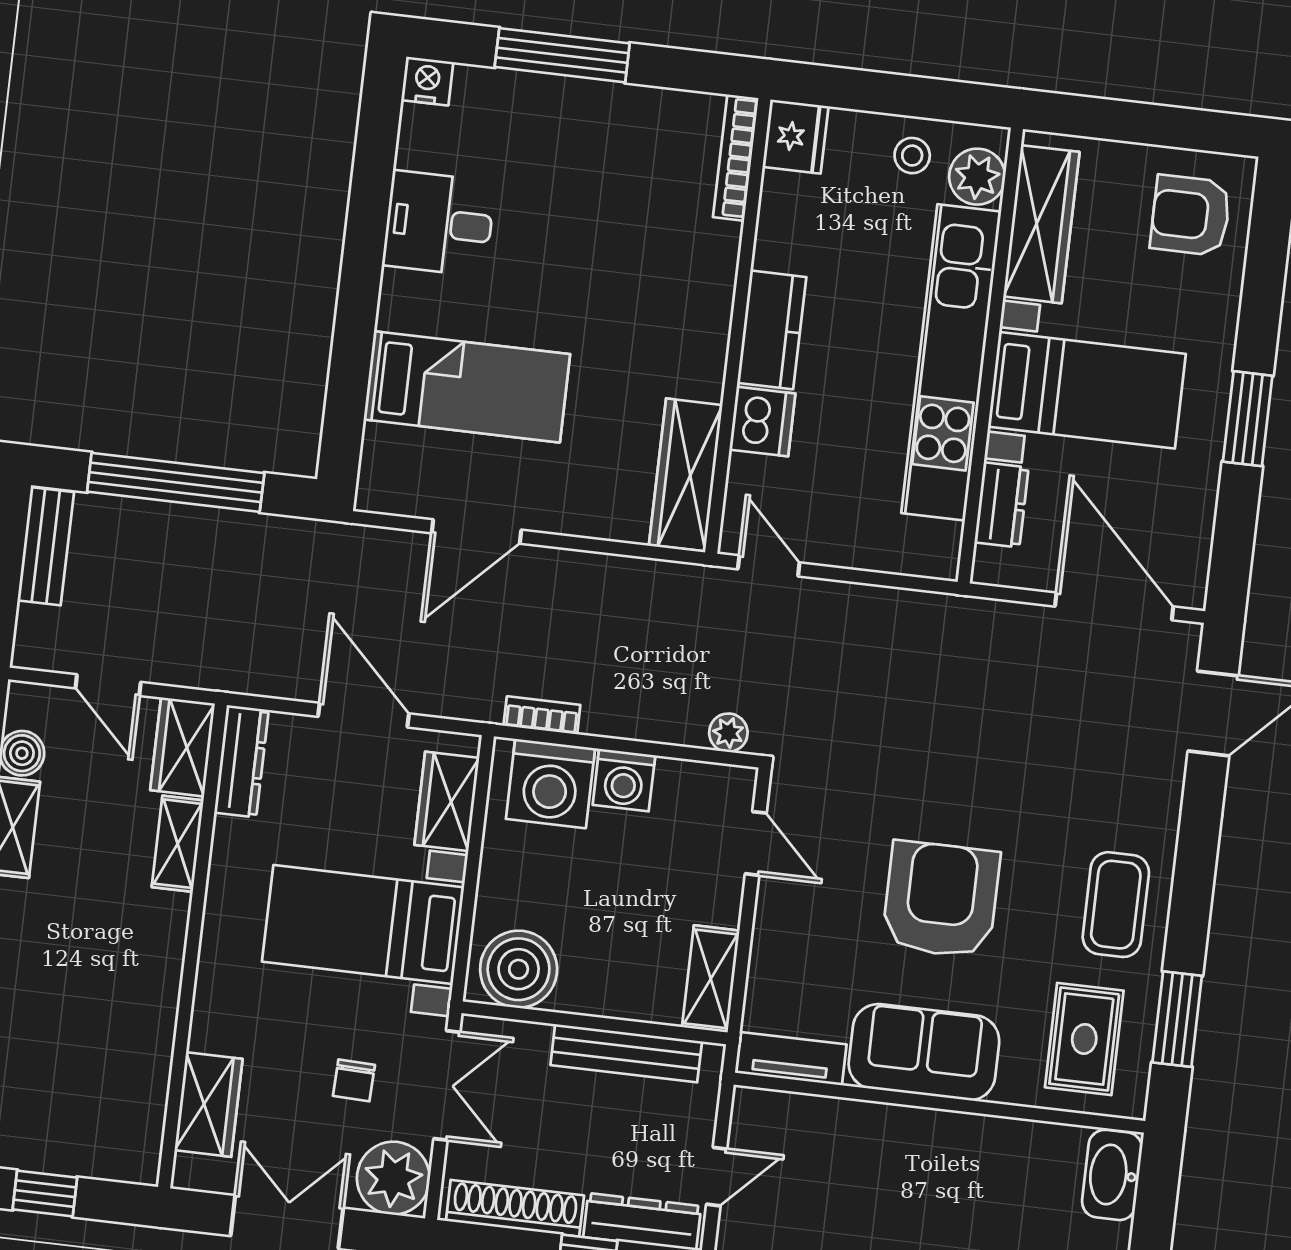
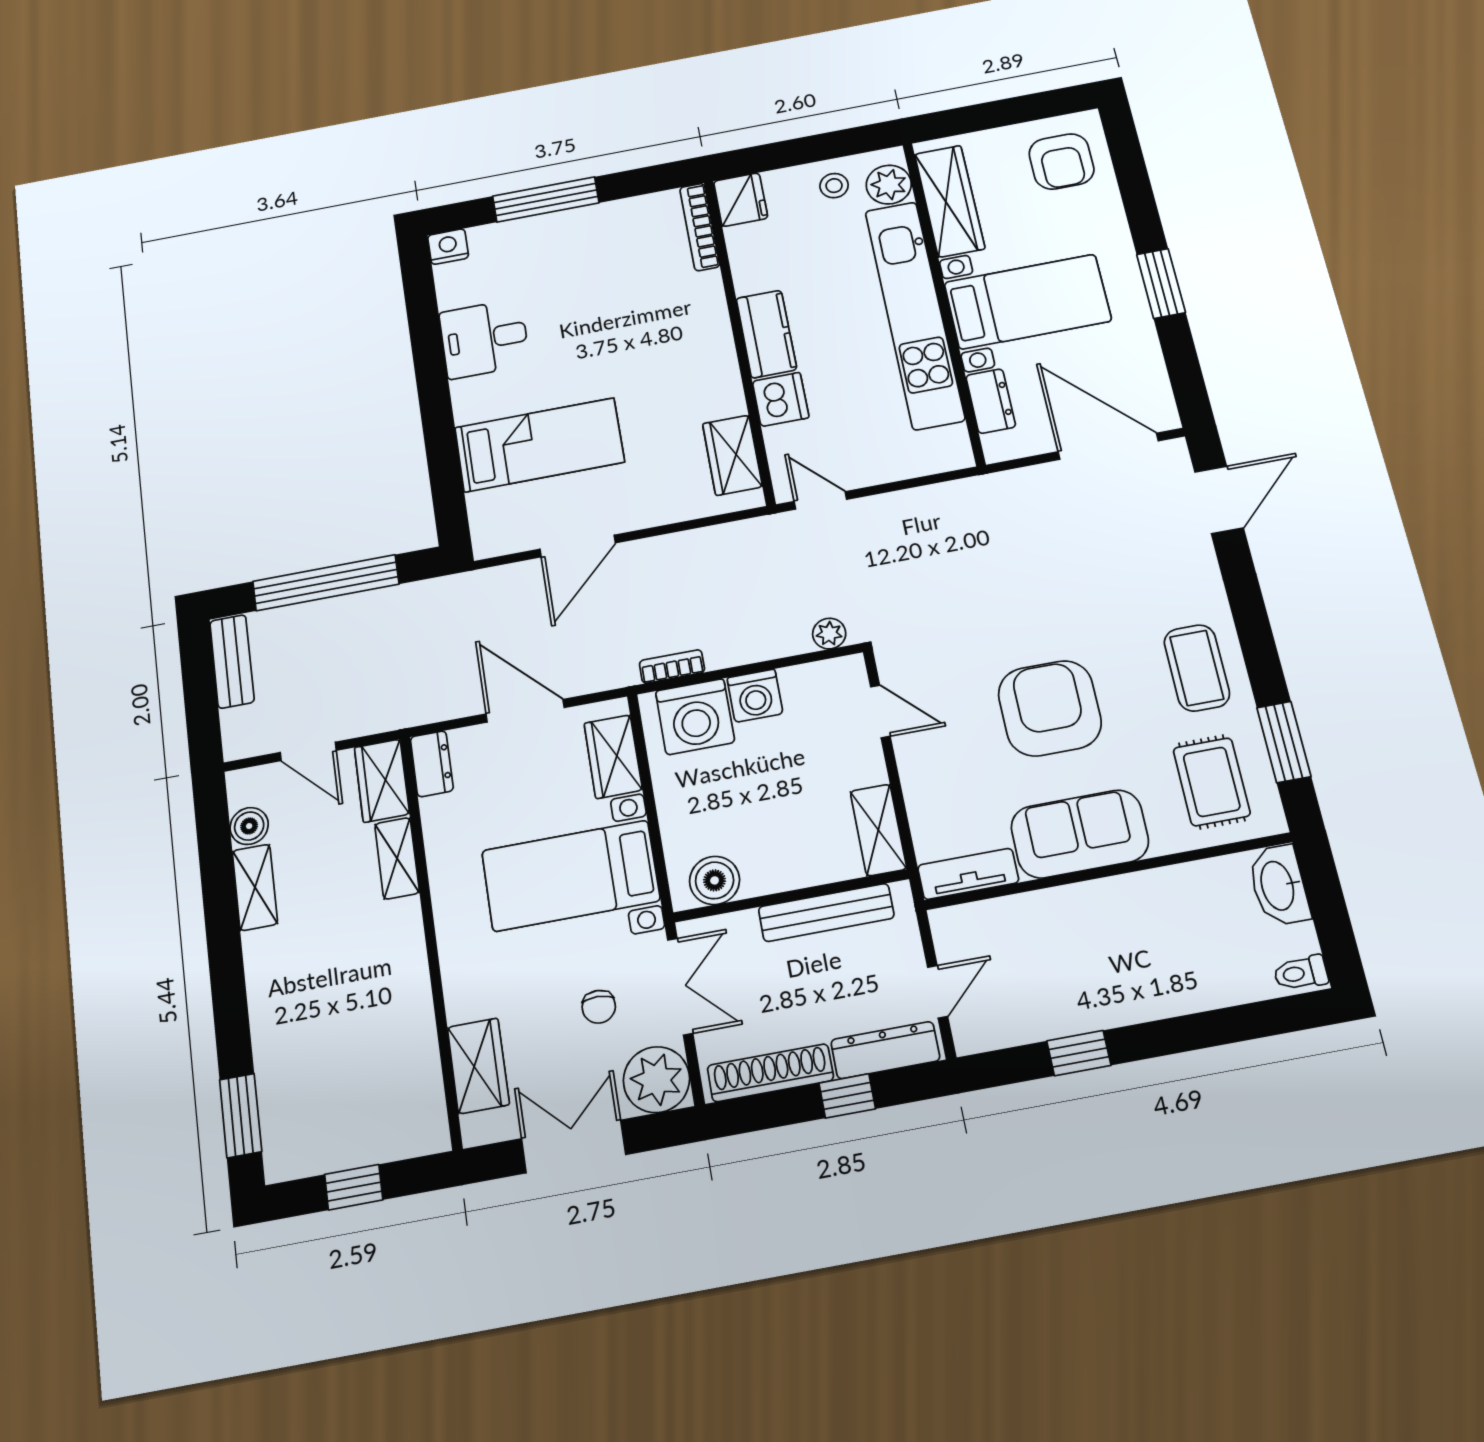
armchair: (1191, 215) -> (1062, 161), turned -90
wardrobe: (686, 475) -> (732, 455), width x0.67
dresser: (241, 761) -> (432, 764), width x0.70
boiler: (519, 969) -> (715, 880), width x0.73, depth x0.73

